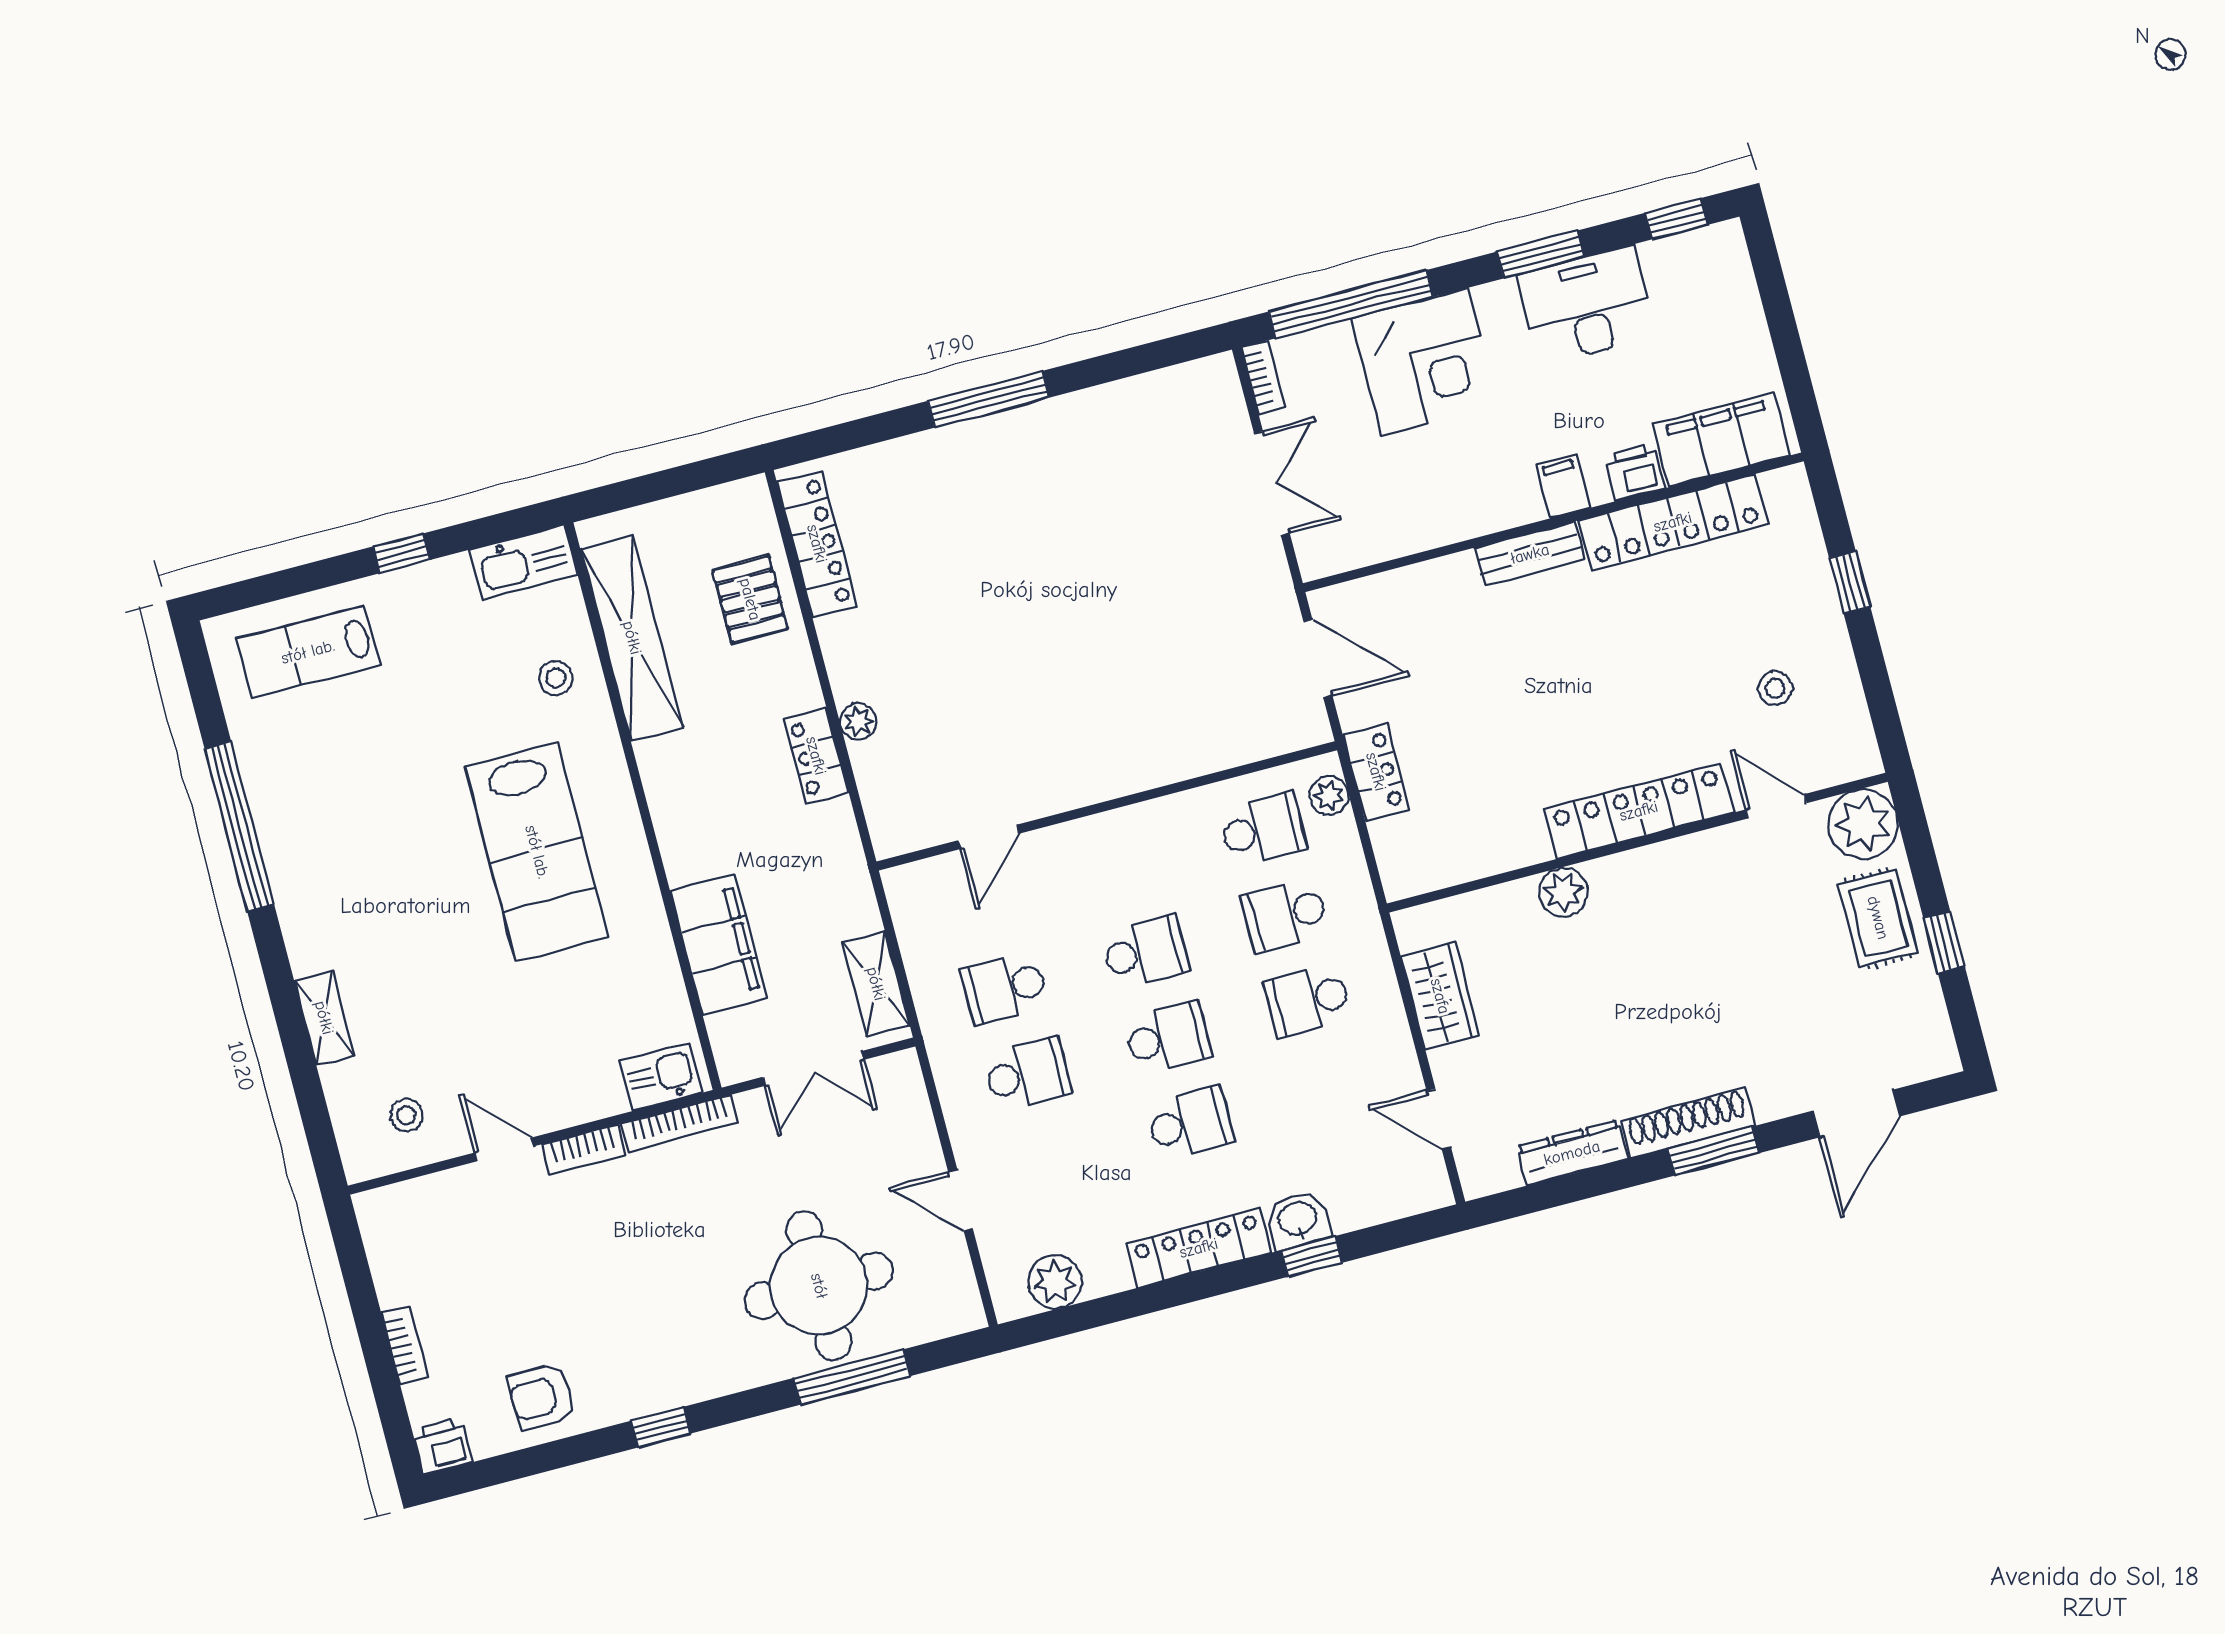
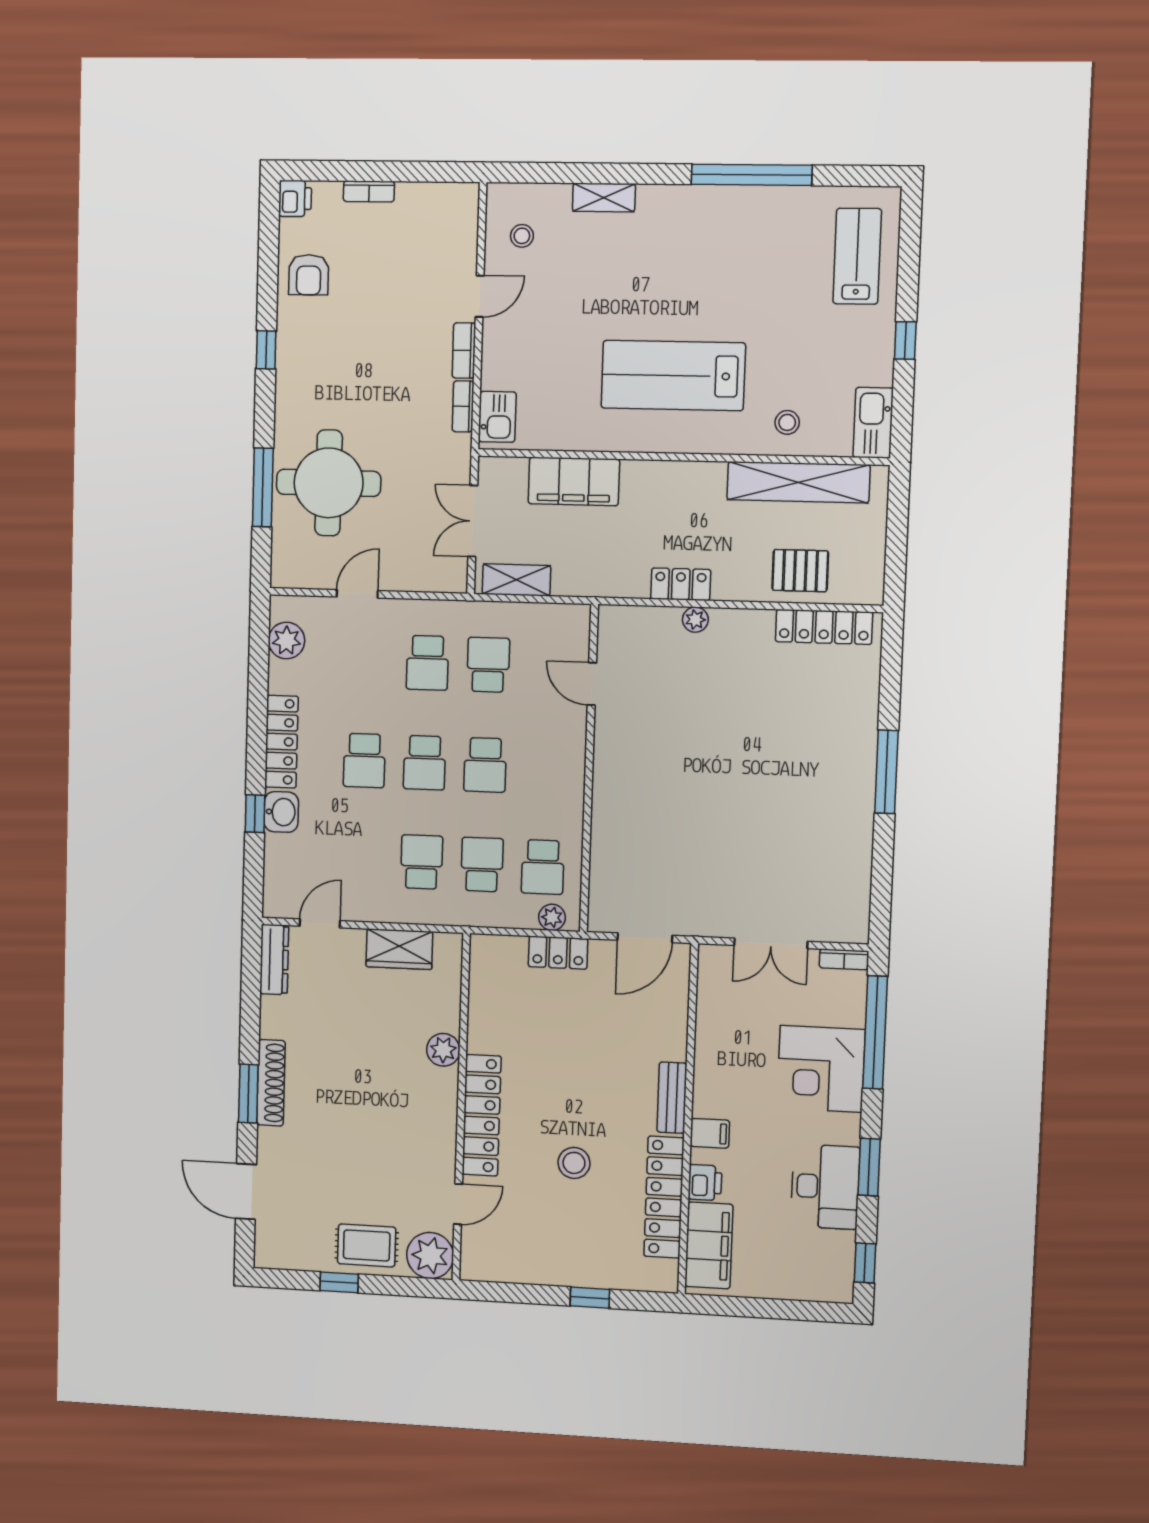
stool: (1775, 688) -> (574, 1163), moved, width x1.37, depth x1.37
bookcase: (680, 1123) -> (463, 406), width x0.64
dresser: (1572, 1153) -> (274, 960), moved
armchair: (541, 1397) -> (309, 275), turned 180

